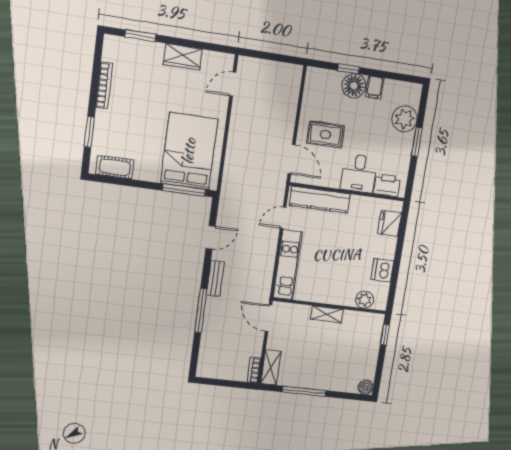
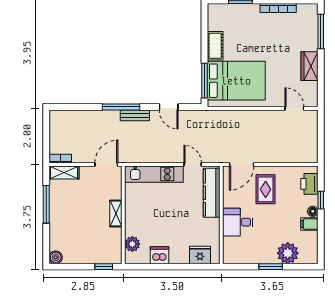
window: (140, 36) -> (321, 31), width x1.44
floor lamp: (354, 86) -> (313, 211), width x0.53, depth x0.53
cot: (115, 167) -> (215, 46), moved
printer: (387, 185) -> (309, 184), moved, turned 180
window: (201, 311) -> (121, 107), moved

